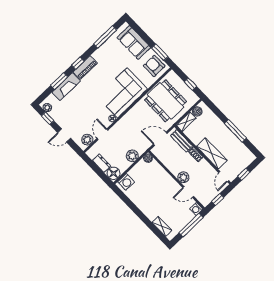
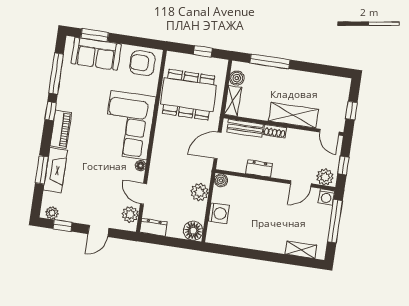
window: (160, 52) -> (95, 35), moved
window: (78, 63) -> (51, 111), moved
window: (235, 131) -> (270, 61), moved
dresser: (102, 163) -> (153, 227), moved
dresser: (173, 167) -> (259, 169), added
plant: (183, 177) -> (325, 177), moved
washing machine: (126, 182) -> (219, 213), moved

